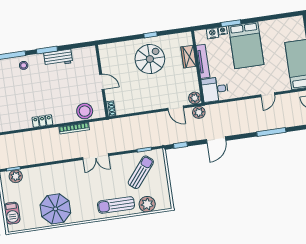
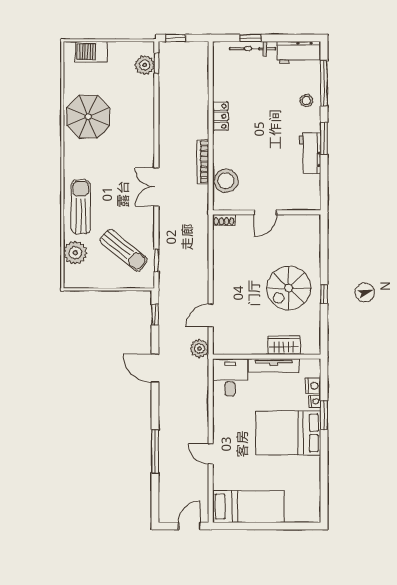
spiral stairs: (150, 59) -> (289, 288), turned 90
plant: (195, 98) -> (222, 346), removed

